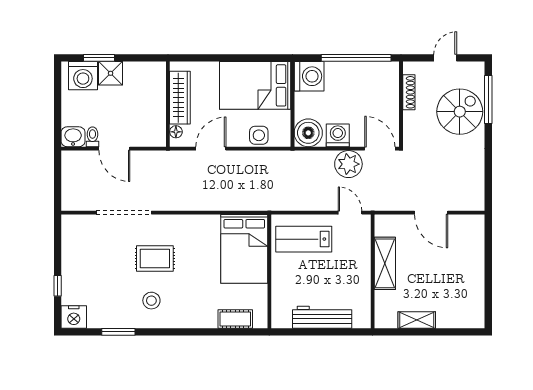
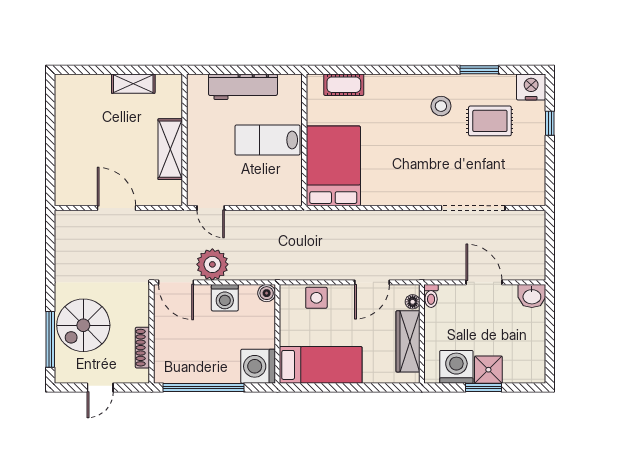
window: (99, 58) -> (483, 388), moved
washing machine: (83, 76) -> (456, 367), moved
bed: (255, 85) -> (321, 365), width x0.67
boiler: (308, 133) -> (267, 293), width x0.54, depth x0.54
toilet: (92, 137) -> (431, 296), moved
lab bench: (304, 239) -> (268, 140), moved, turned 180
rug: (155, 259) -> (490, 121), moved

